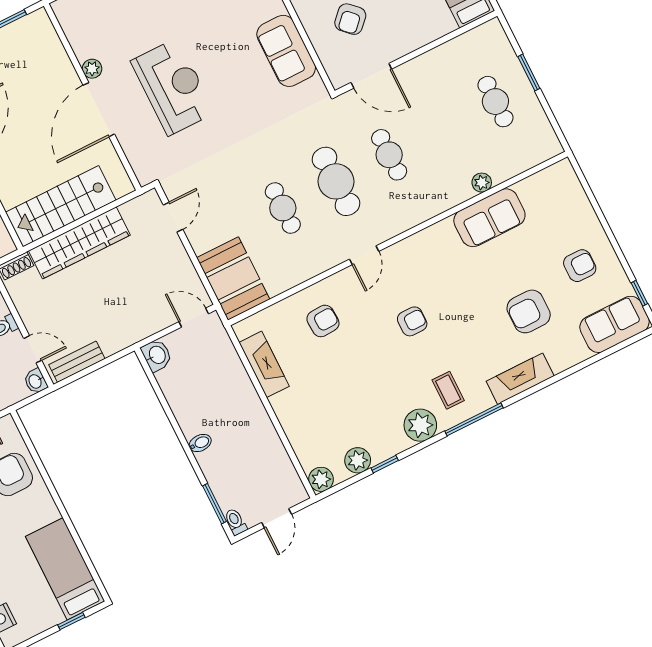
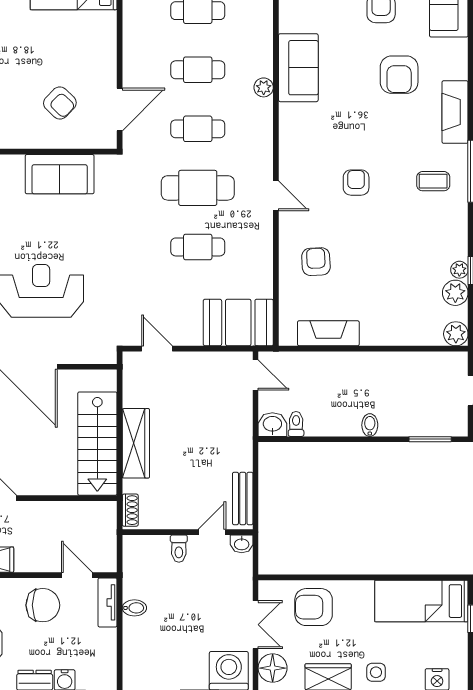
cafe table: (442, 128) -> (198, 70), added
plant: (482, 183) -> (264, 87), moved
wardrobe: (79, 243) -> (136, 443), width x0.71, depth x0.85
door: (194, 318) -> (256, 375), swing flipped
plant: (420, 425) -> (459, 270), moved, width x0.53, depth x0.53
toilet: (235, 522) -> (296, 424), moved, turned 90

